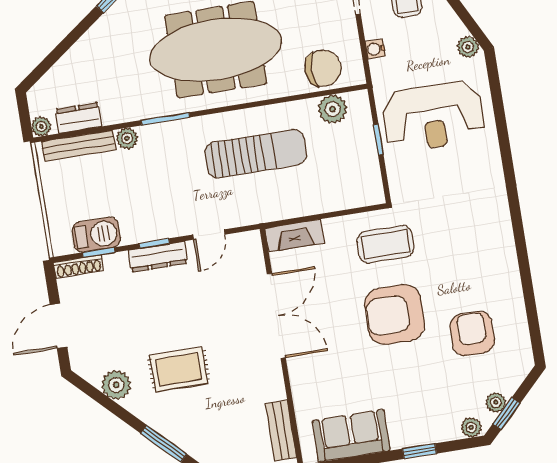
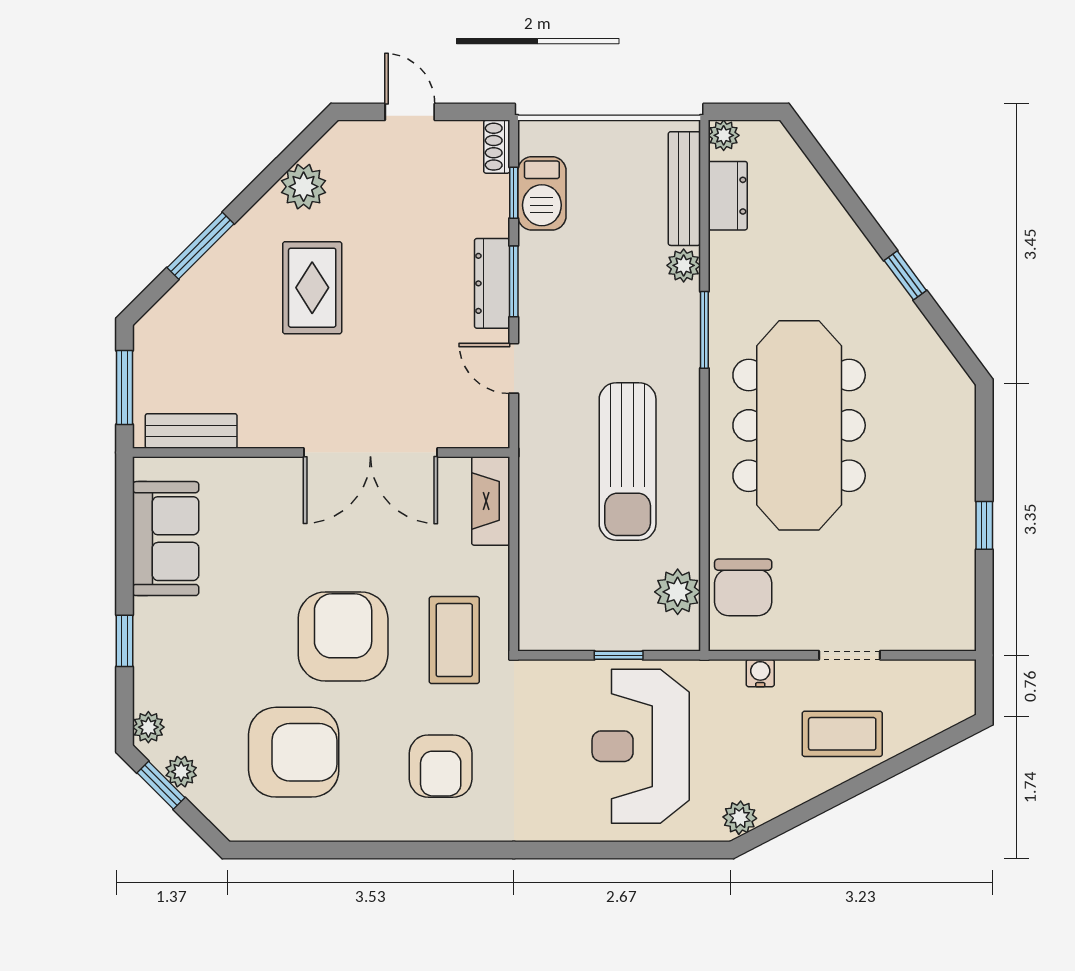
armchair: (466, 240) -> (441, 766), added
window: (154, 243) -> (514, 281), width x1.50
shoe rack: (79, 267) -> (497, 147), width x0.70
door: (58, 326) -> (410, 112), width x0.73
armchair: (472, 334) -> (294, 752), width x1.36, depth x1.36

